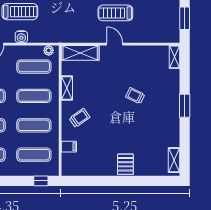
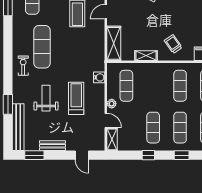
water cooler: (21, 37) -> (99, 77), moved
plant: (49, 50) -> (112, 104), moved
exercise mat: (34, 96) -> (153, 86), removed

